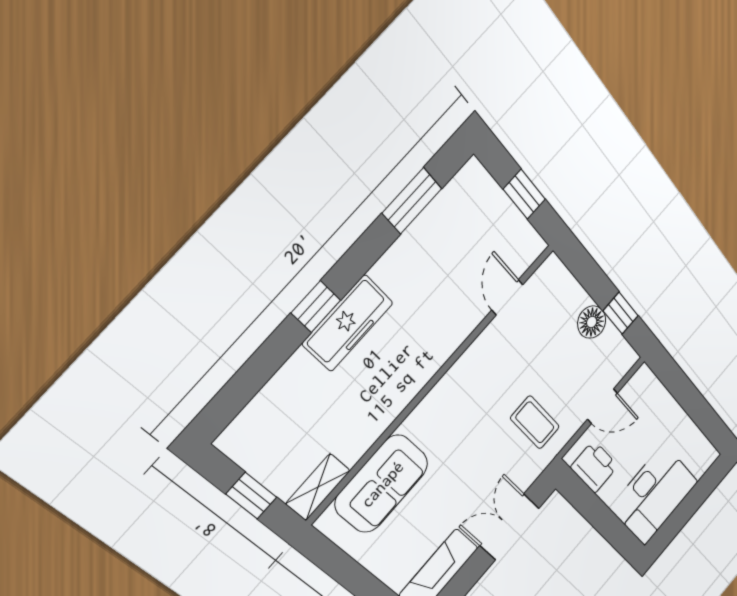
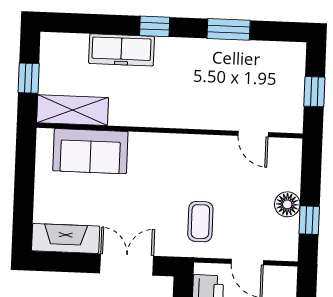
window: (412, 201) -> (229, 29), moved
door: (507, 297) -> (253, 134), swing flipped
freezer: (348, 323) -> (122, 50), moved
shelving: (318, 487) -> (73, 110), width x1.50, depth x1.33

